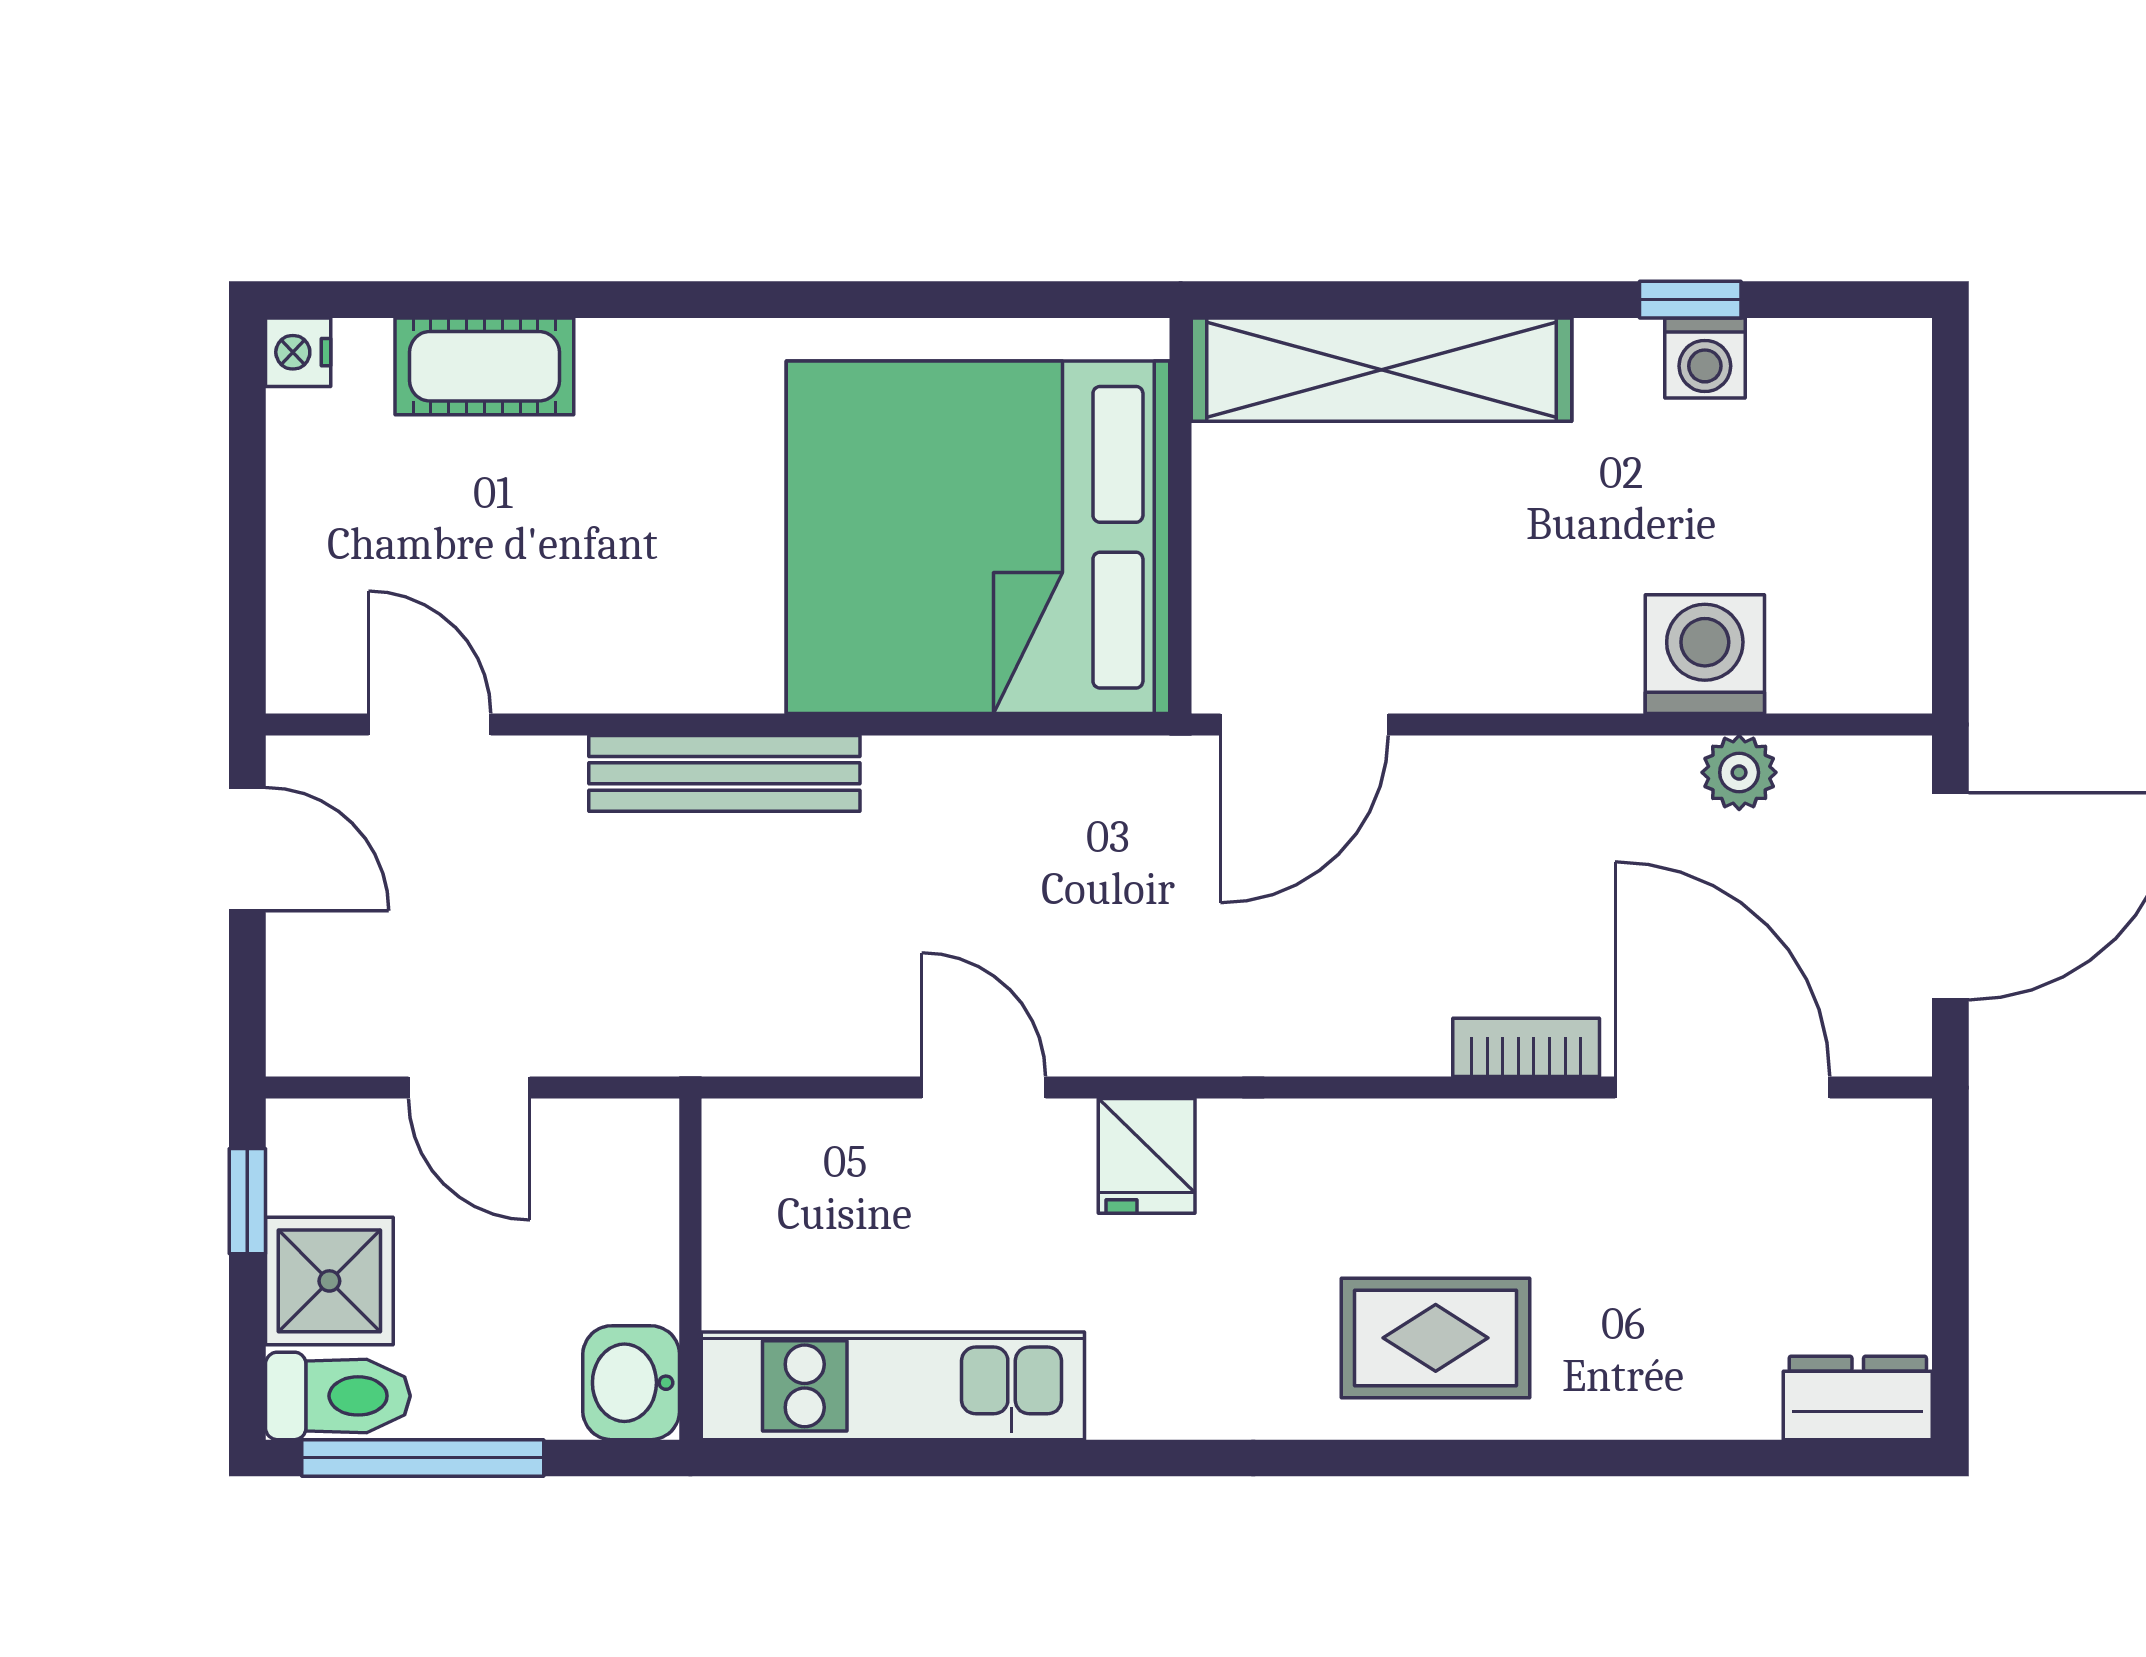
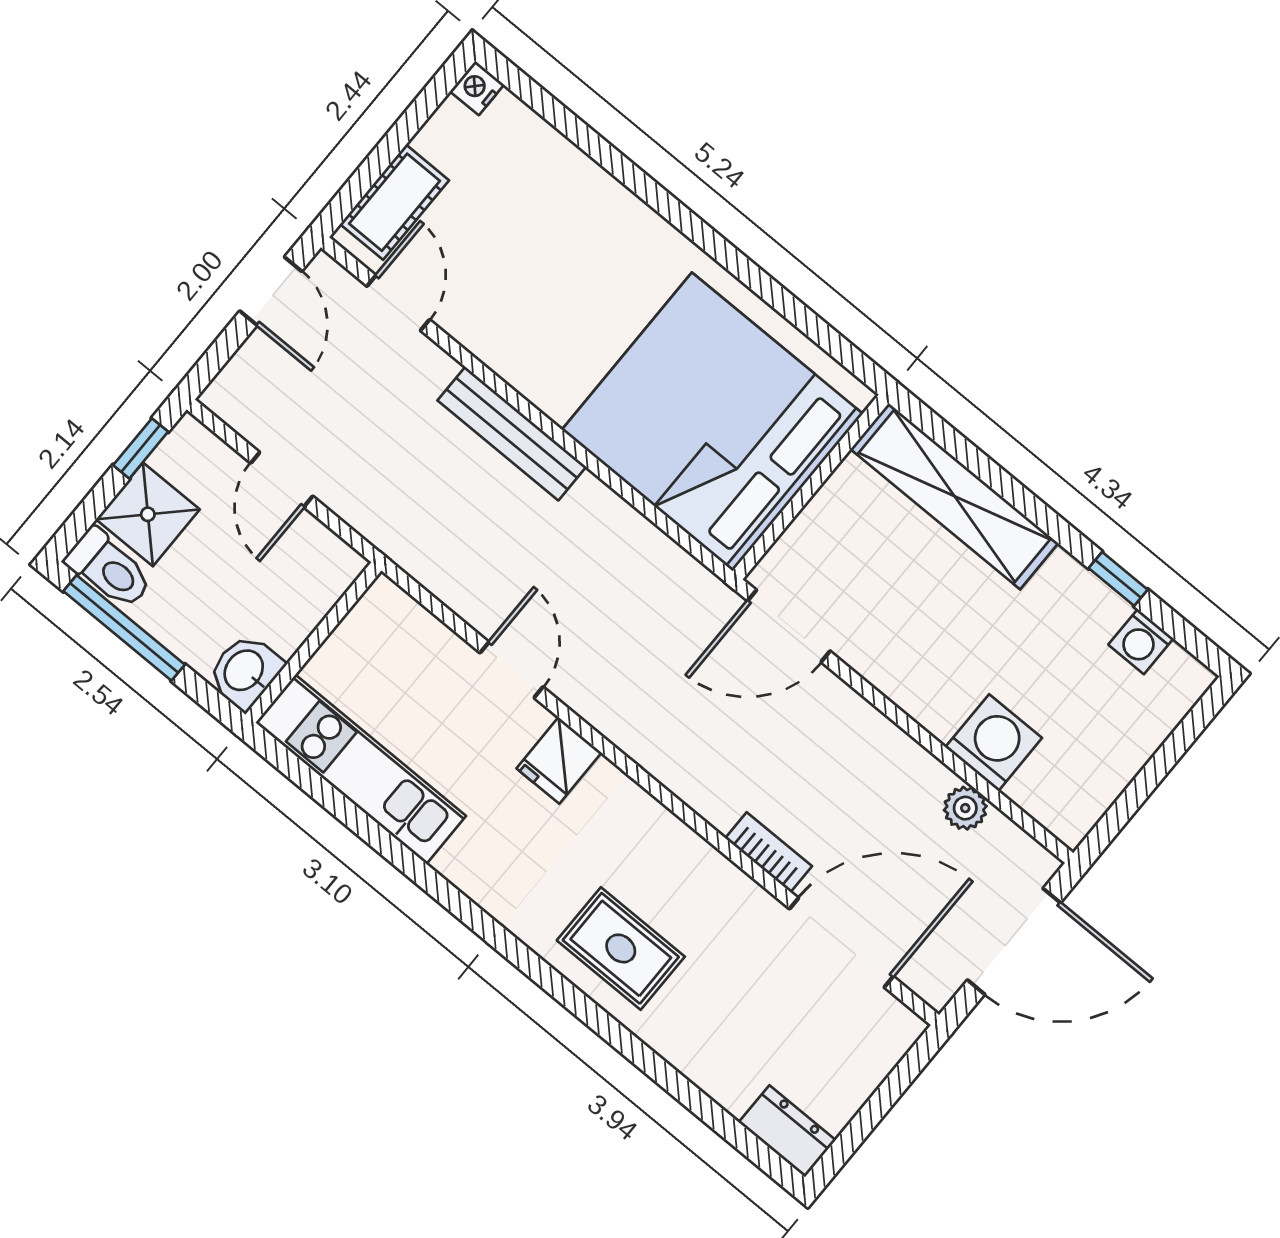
washing machine: (1705, 358) -> (1141, 642), moved
cot: (484, 366) -> (395, 202), moved, turned 90
door: (1722, 1088) -> (841, 943), hinge flipped

